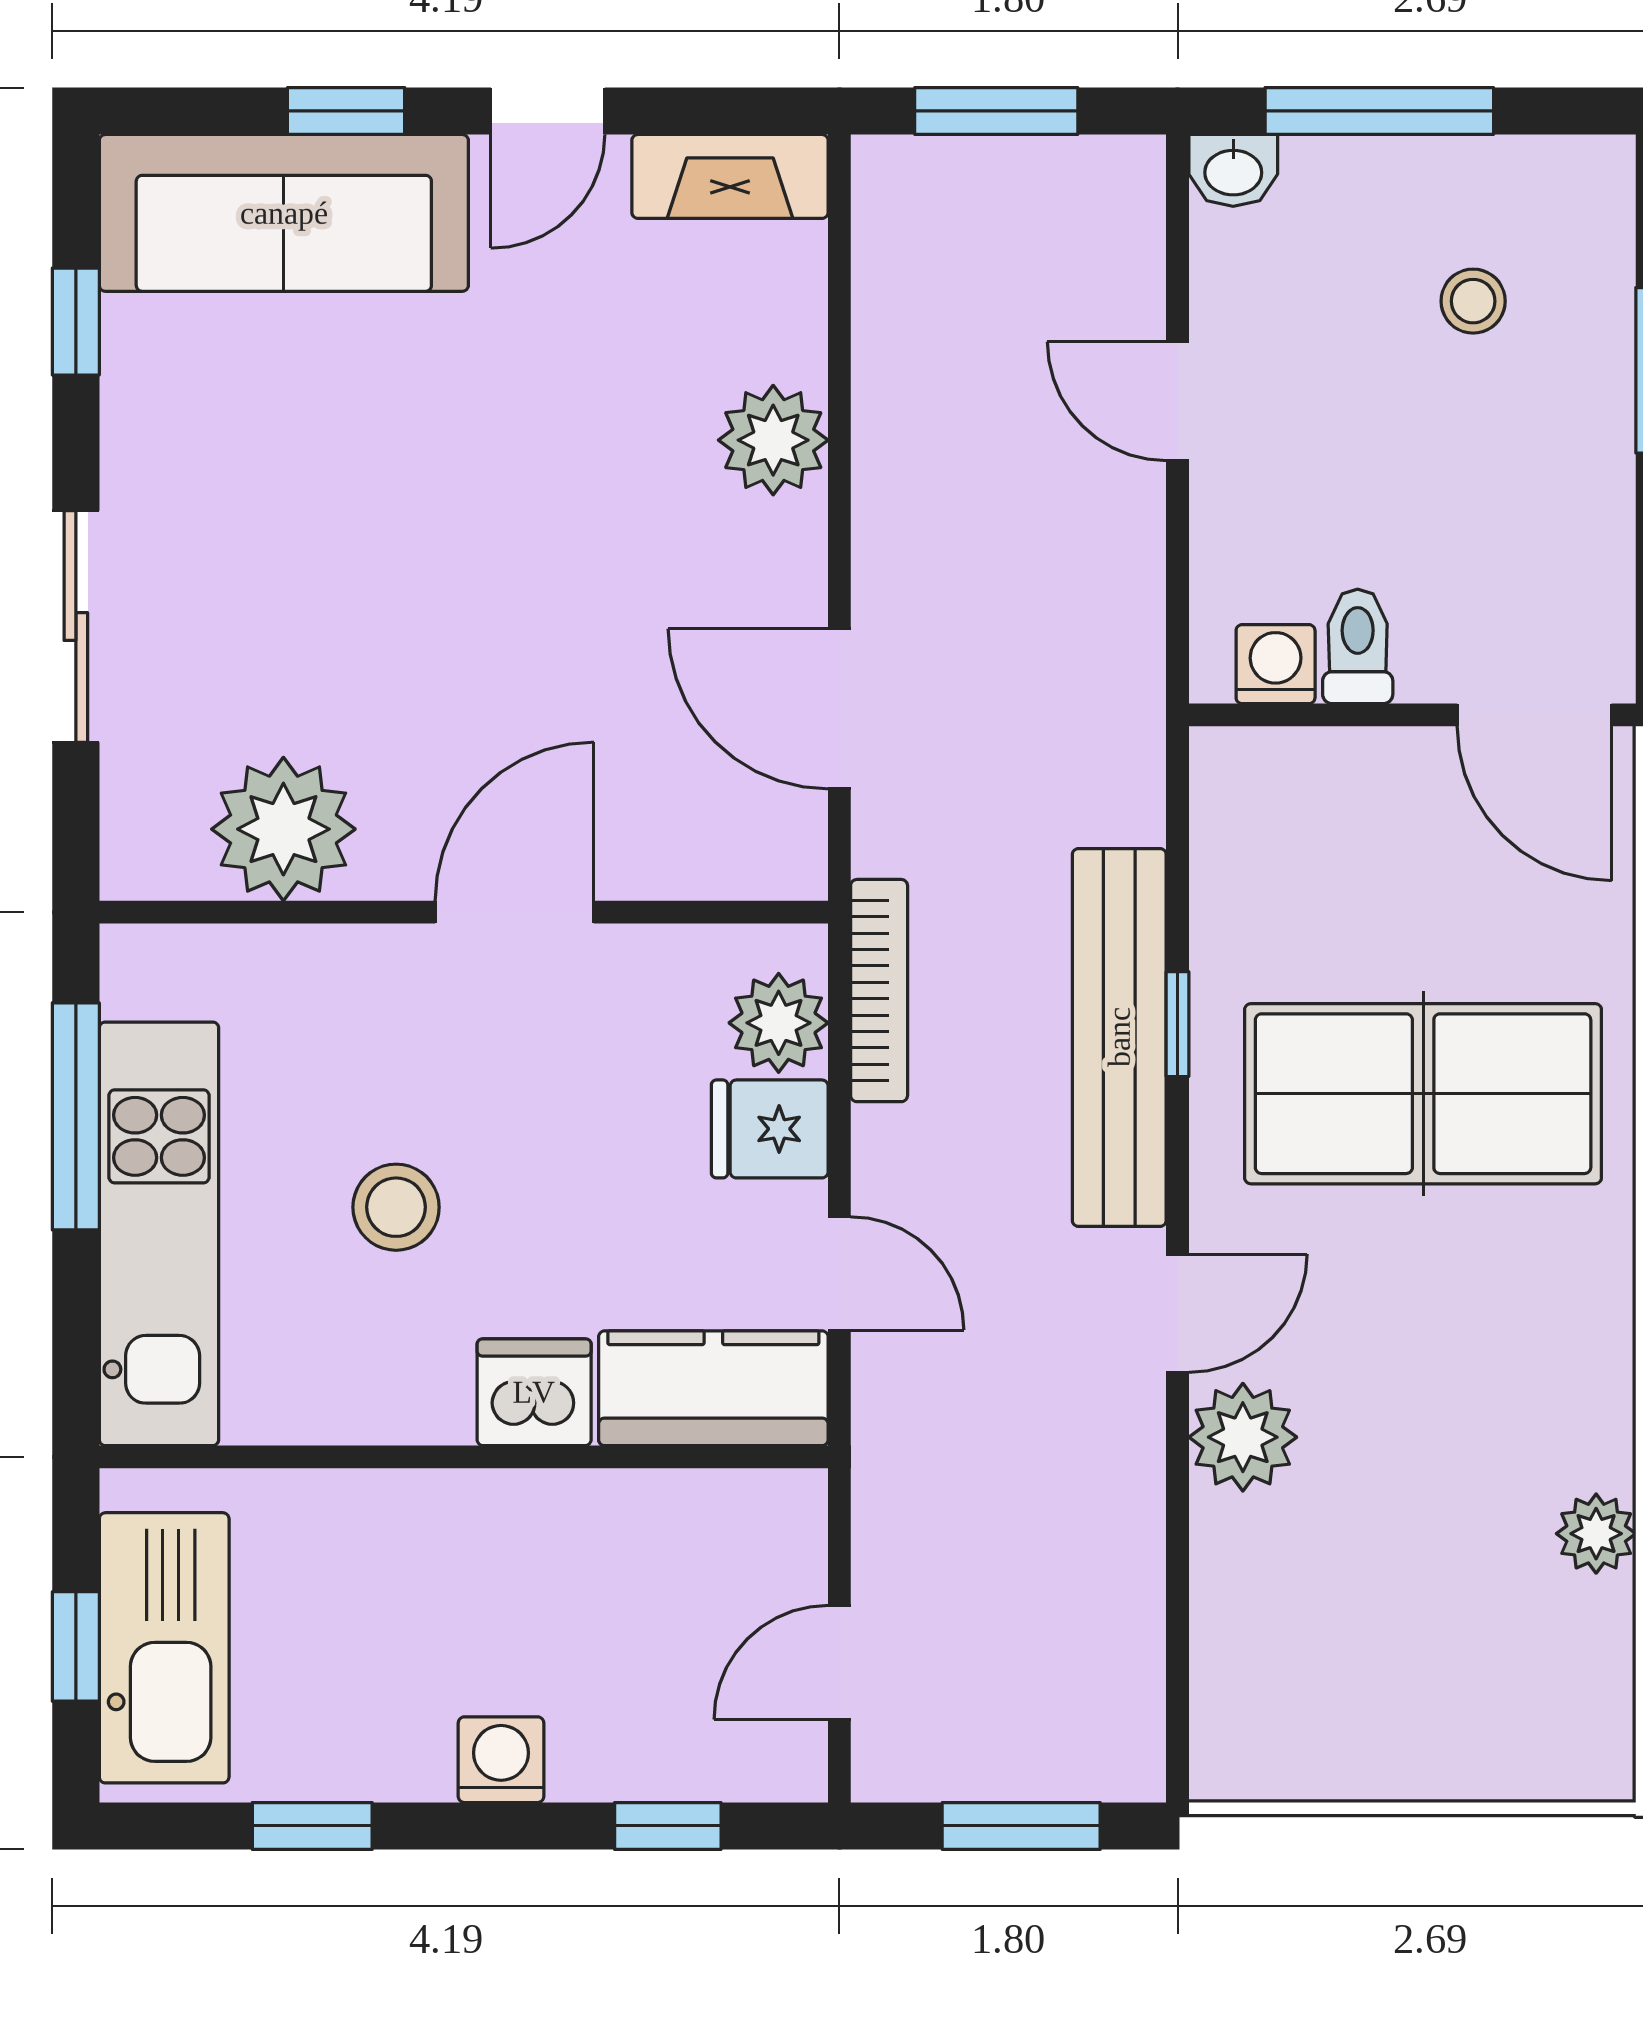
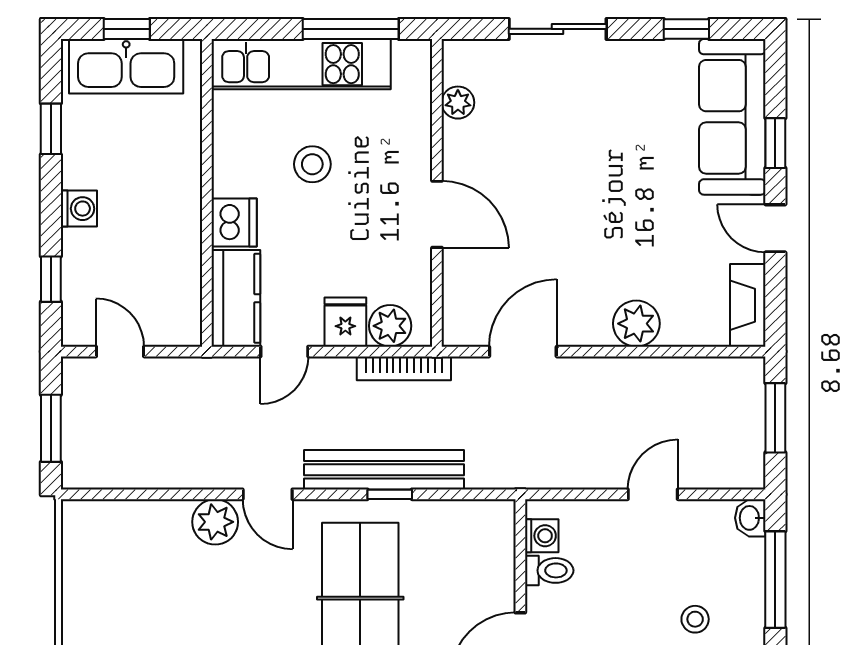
plant: (283, 829) -> (458, 103), width x0.53, depth x0.53

